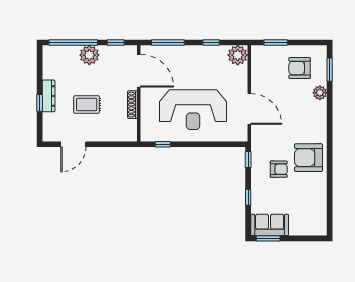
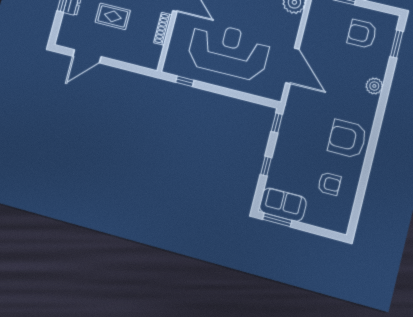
plant: (320, 93) -> (374, 86), moved
reception desk: (193, 110) -> (229, 51), turned 180
armchair: (279, 169) -> (329, 184), moved

